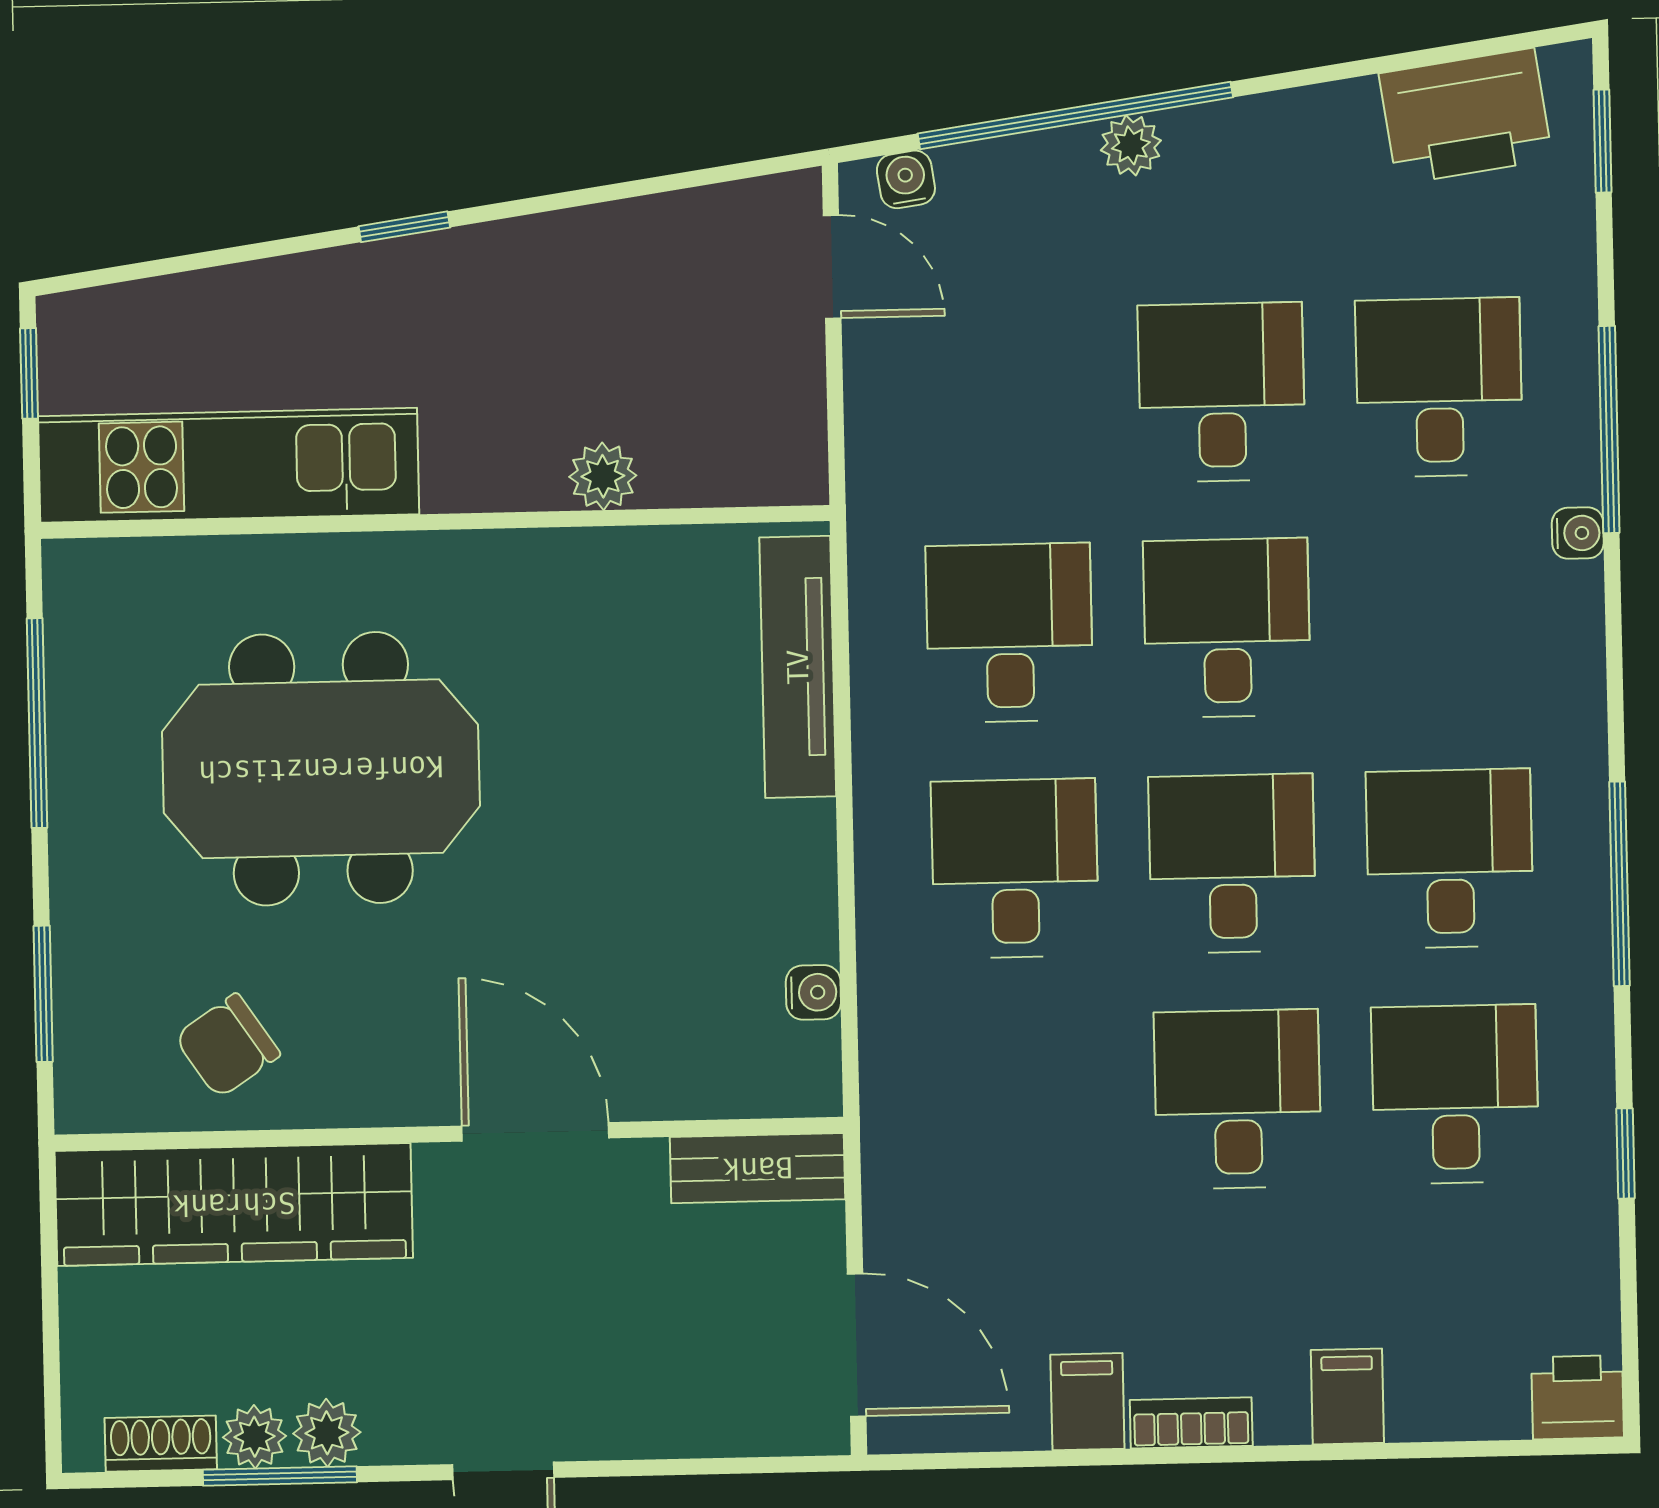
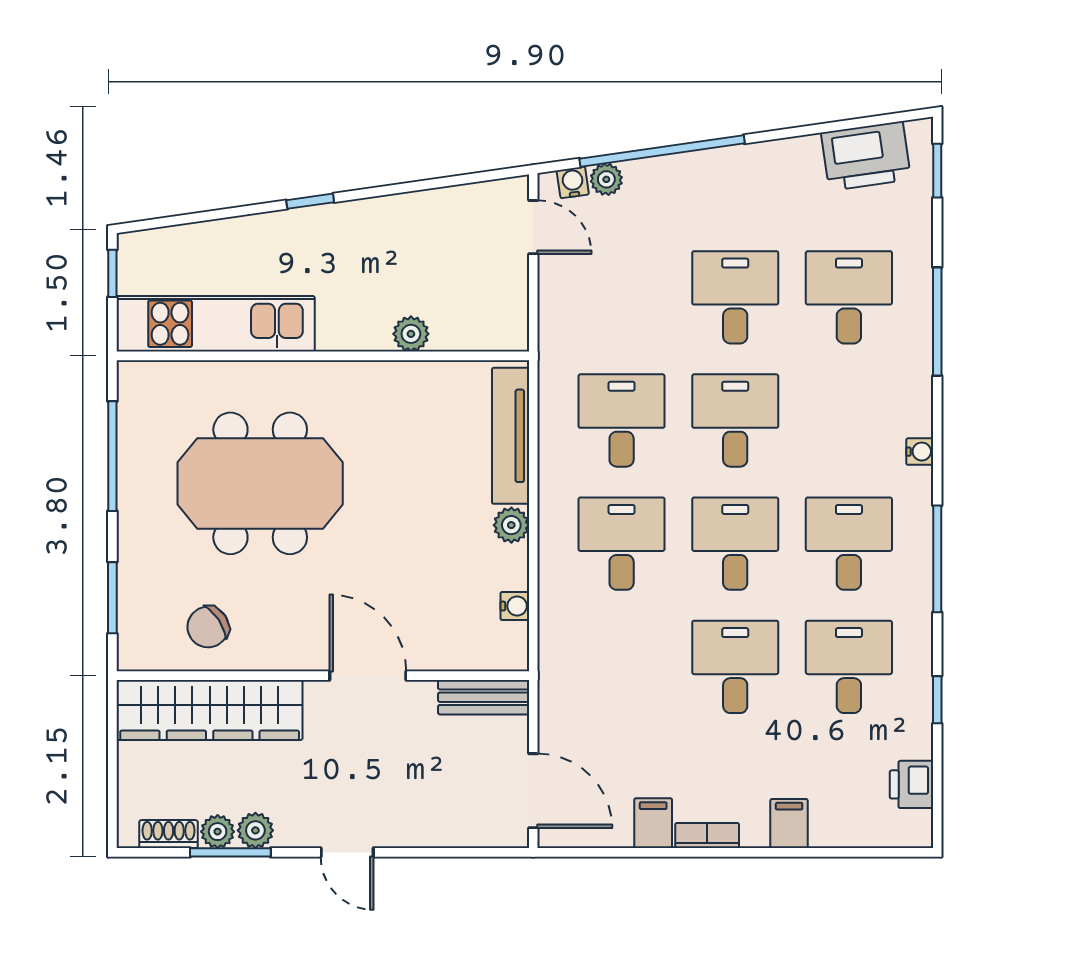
plant: (1131, 145) -> (606, 179), moved
water cooler: (1578, 533) -> (920, 452), moved
plant: (803, 838) -> (511, 525), added
printer: (1578, 1397) -> (911, 784), moved, turned -90

